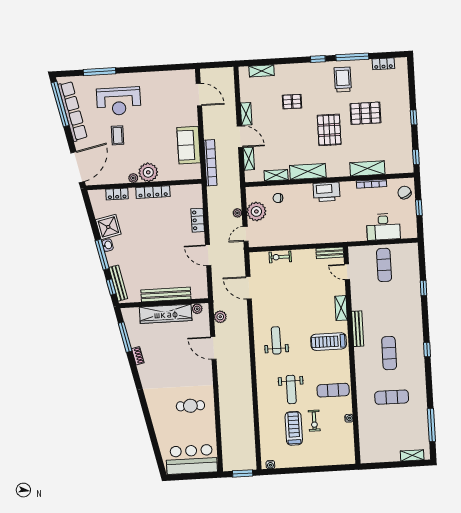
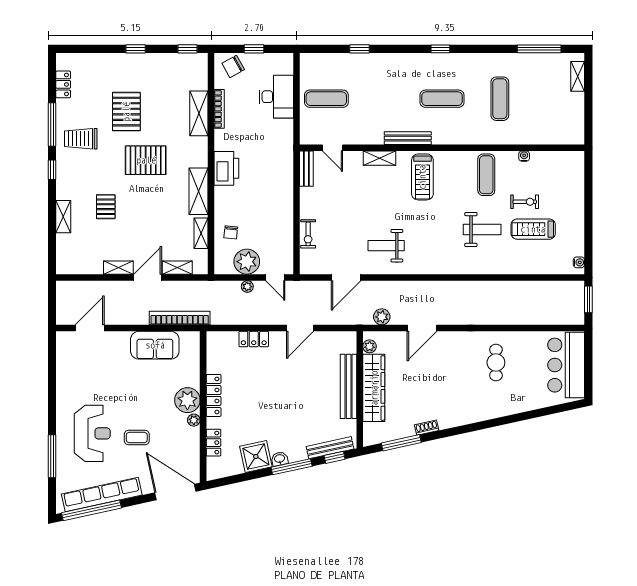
shelving: (262, 71) -> (63, 217), moved
door: (347, 272) -> (332, 148), hinge flipped
weight bench: (276, 340) -> (386, 246), moved

